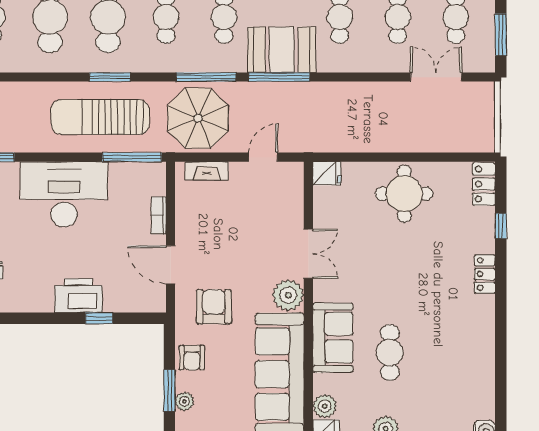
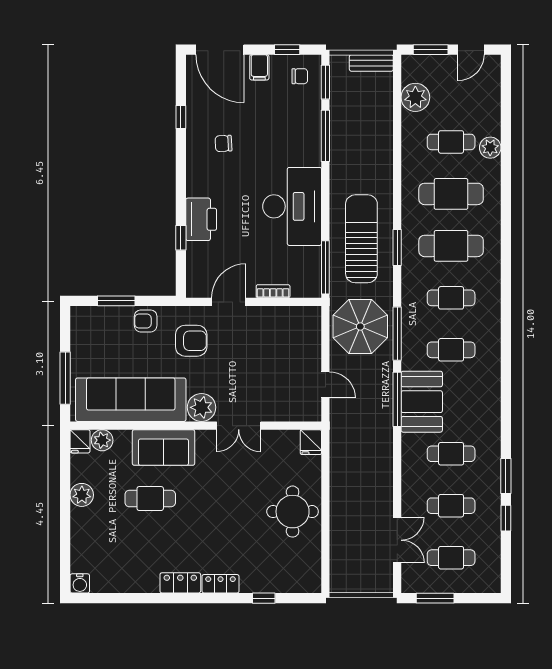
fireplace: (207, 171) -> (313, 334), removed
locker: (484, 184) -> (180, 583), moved
plant: (184, 401) -> (106, 314), removed

